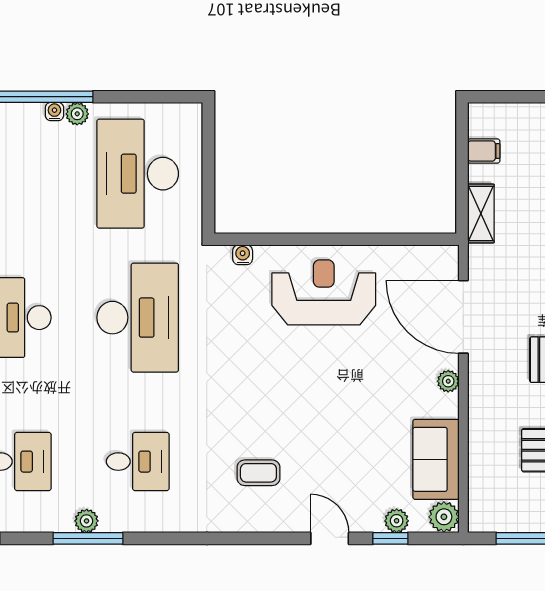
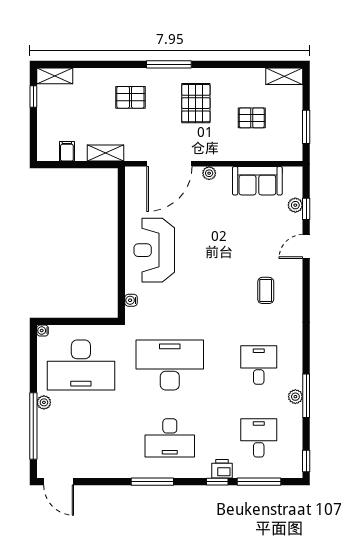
water cooler: (54, 112) -> (43, 331), moved
plant: (444, 517) -> (293, 176), removed

